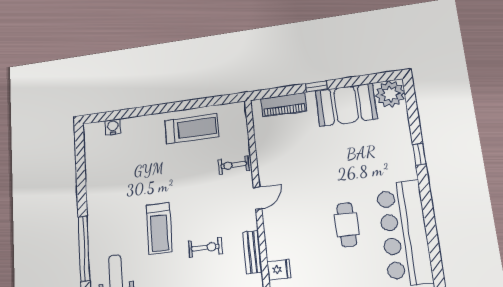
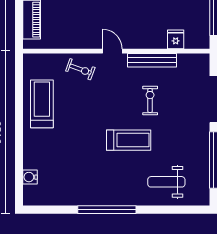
exercise bike: (234, 165) -> (80, 69), turned -70
window: (84, 249) -> (107, 210), moved
bench: (252, 252) -> (152, 60), width x1.36

